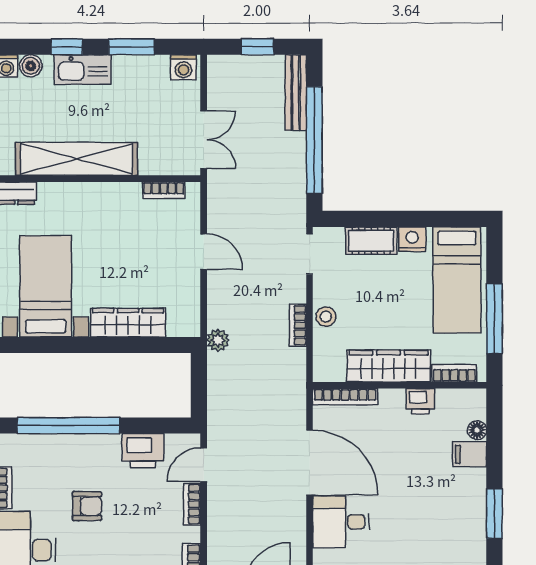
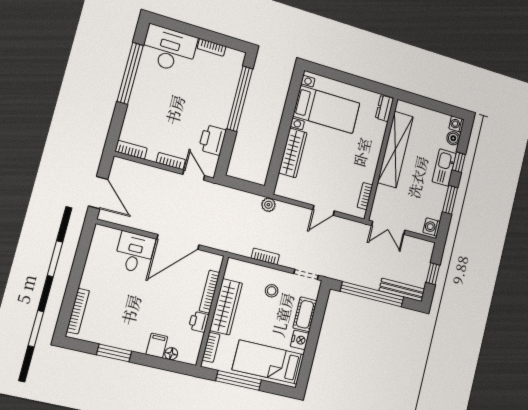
stool: (326, 317) -> (272, 291), moved
bookcase: (345, 397) -> (209, 292), moved
armchair: (87, 506) -> (187, 95), removed

